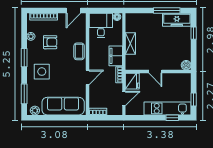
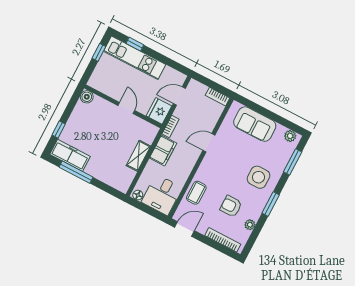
coffee table: (79, 51) -> (196, 193), moved
sofa: (63, 106) -> (255, 124), width x0.73

